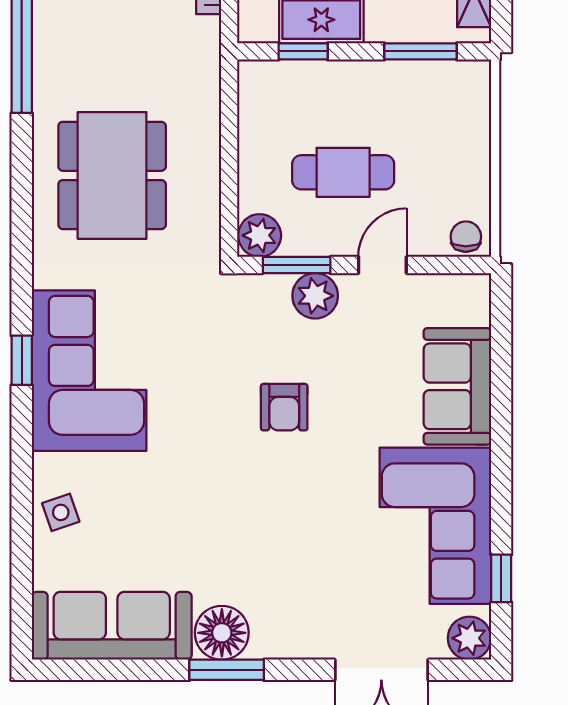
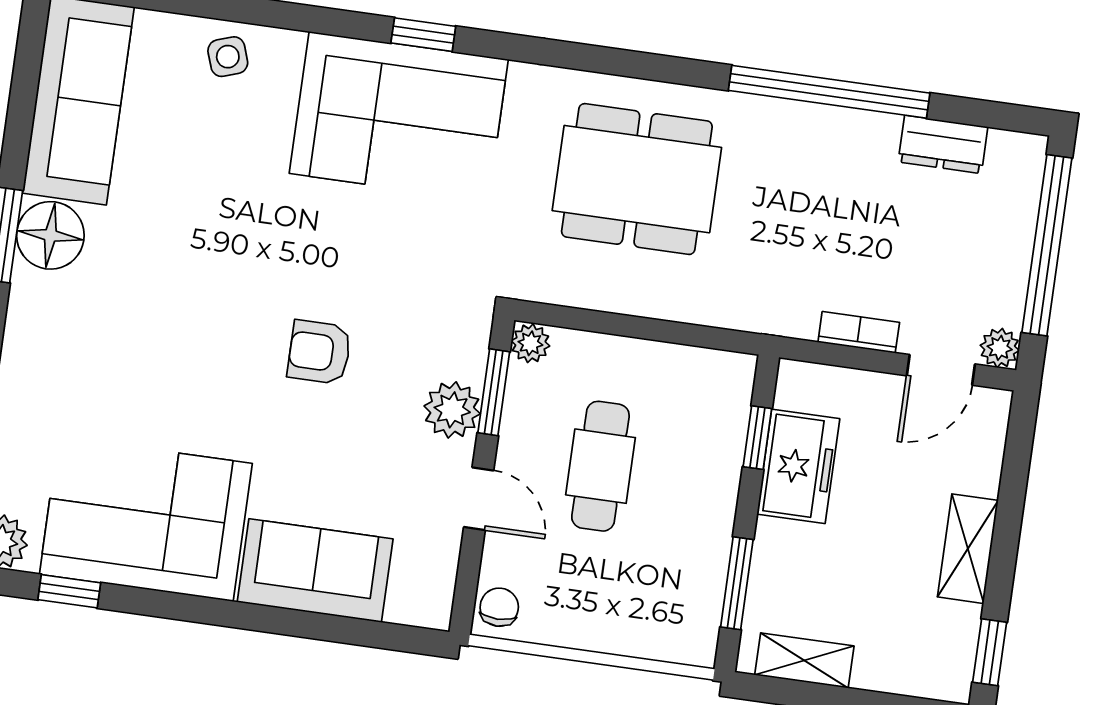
plant: (260, 235) -> (530, 343), width x0.73, depth x0.73
chair: (466, 237) -> (499, 607), turned -90

